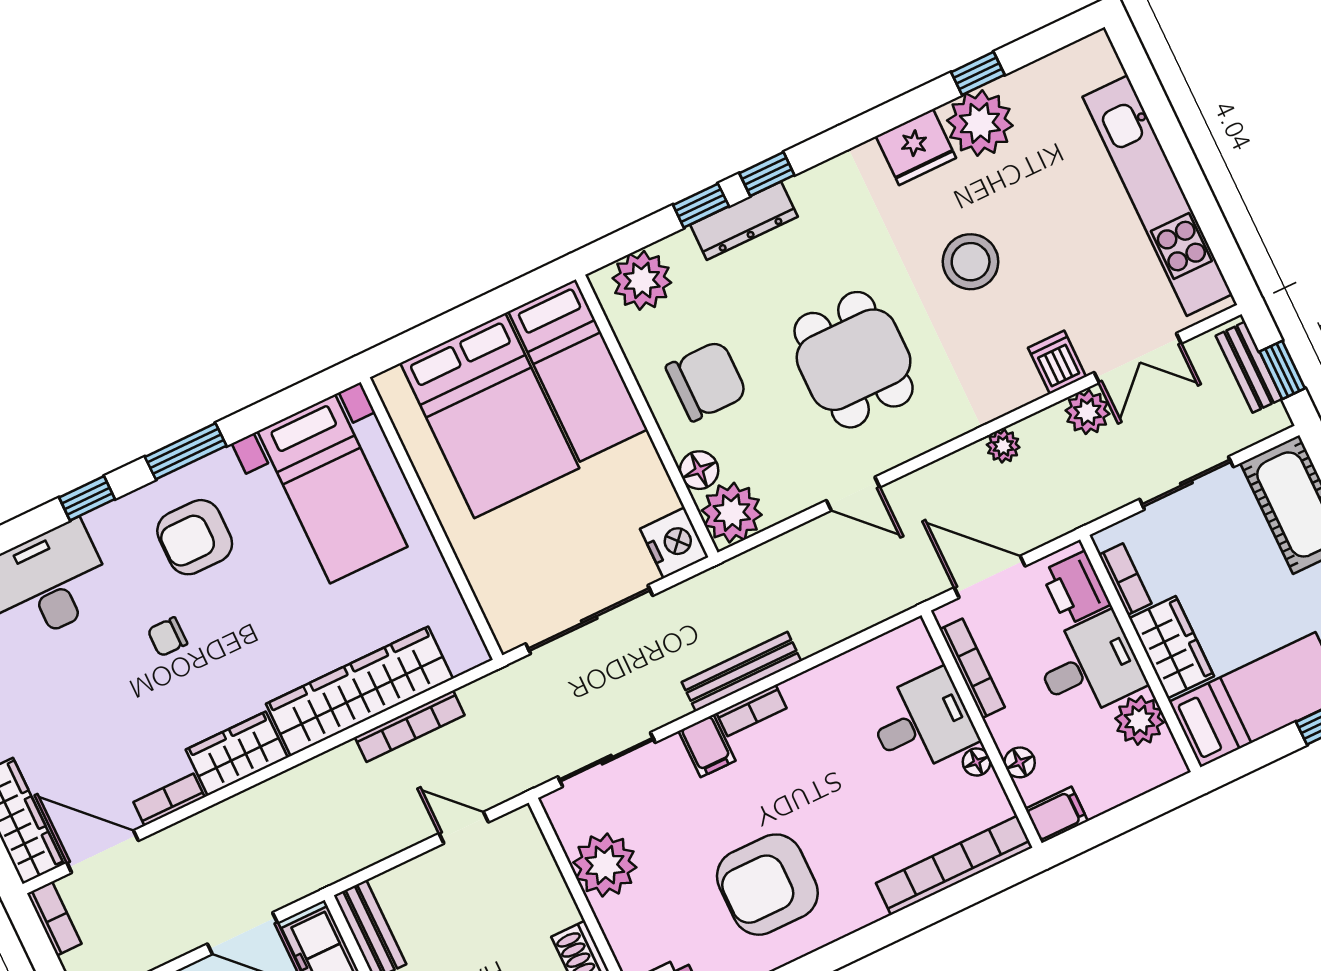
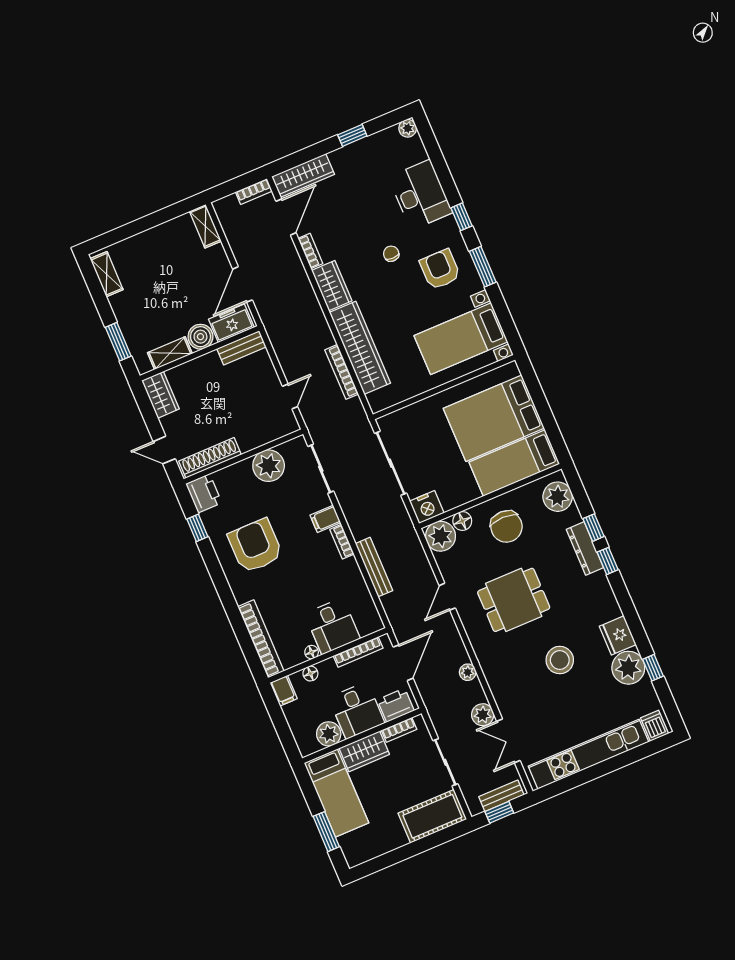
dishwasher: (1057, 362) -> (655, 726), moved, turned -90
bench: (742, 672) -> (374, 567), moved

